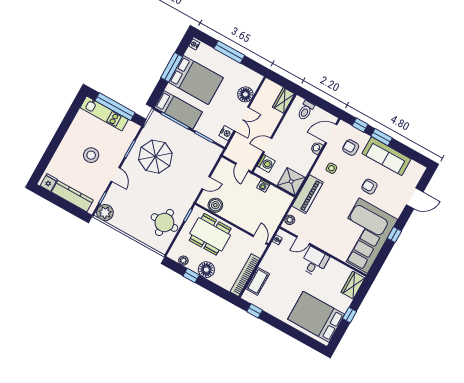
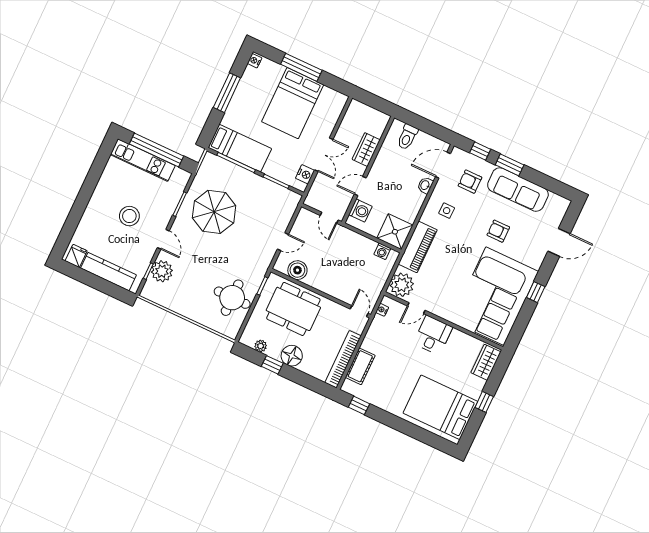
bed: (196, 80) -> (293, 103), moved, turned 90
floor lamp: (245, 94) -> (326, 122), removed
wardrobe: (284, 100) -> (366, 150), moved
washing machine: (263, 186) -> (382, 251), moved
plant: (105, 213) -> (162, 271), moved
plant: (290, 220) -> (402, 285), width x1.88, depth x1.88

